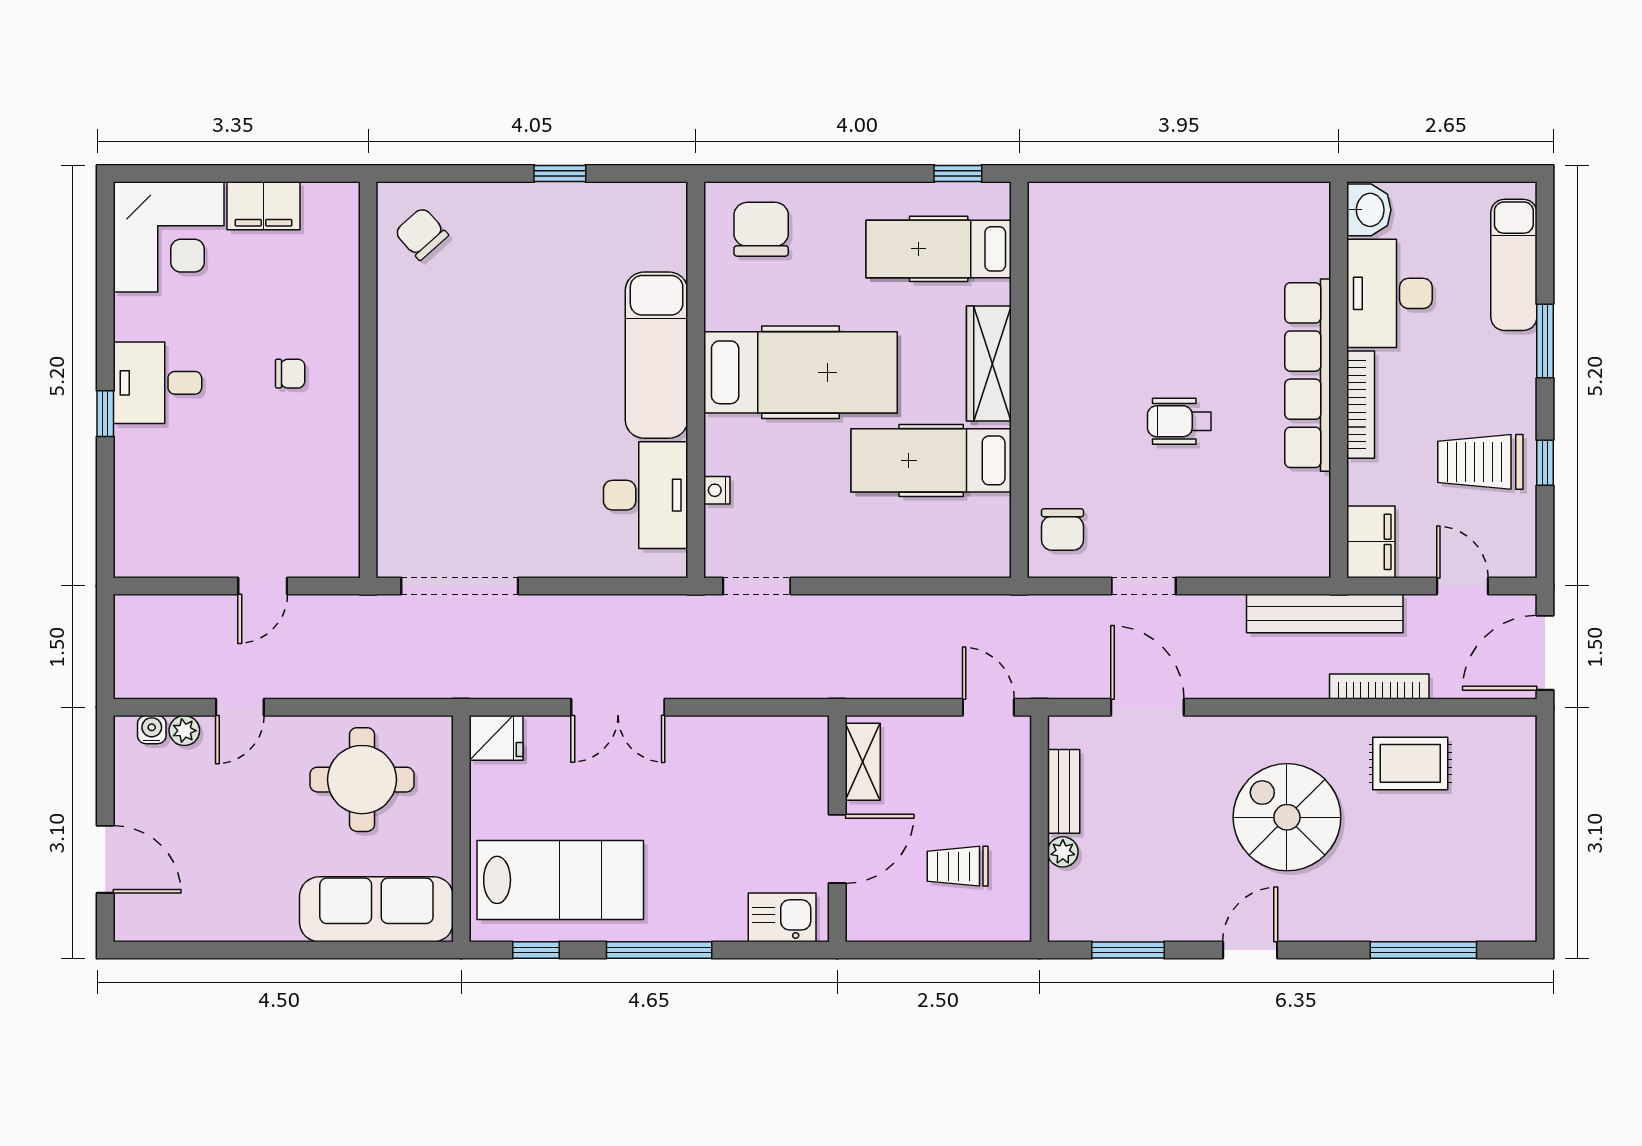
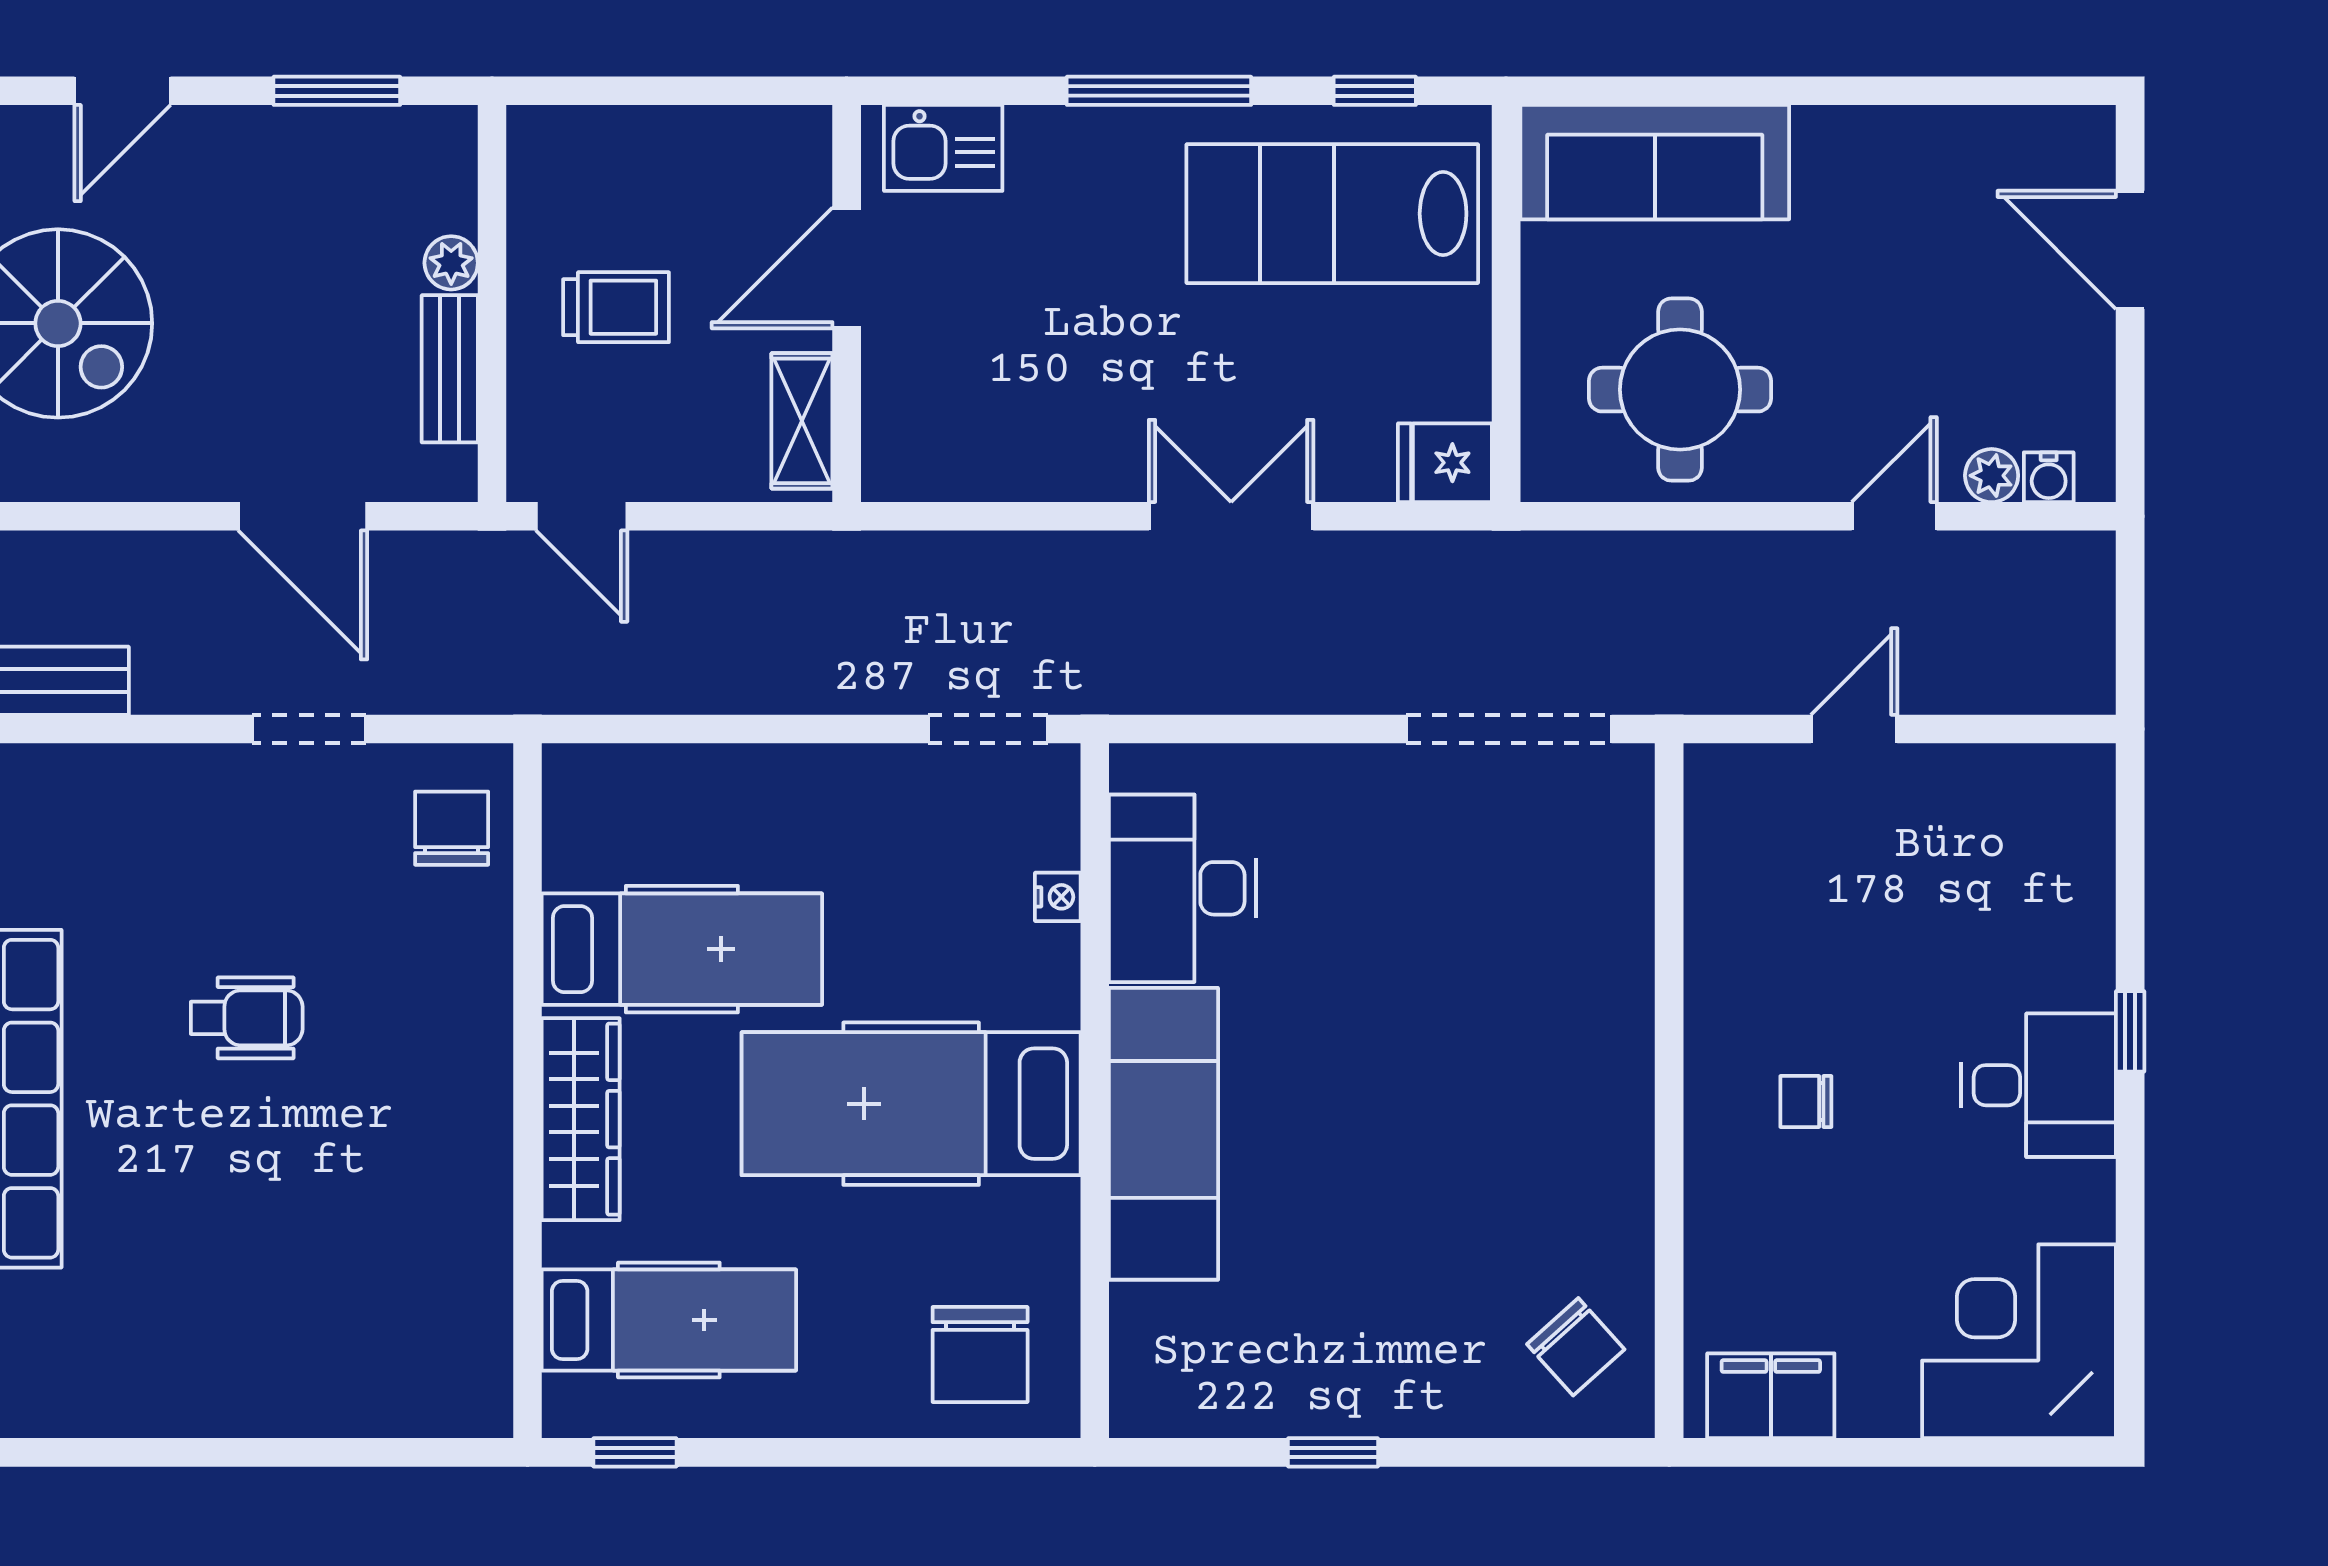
filing cabinet: (264, 206) -> (1771, 1396), moved
trolley: (958, 866) -> (616, 307), moved

